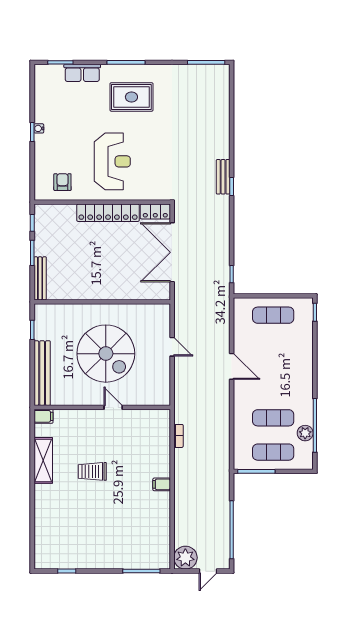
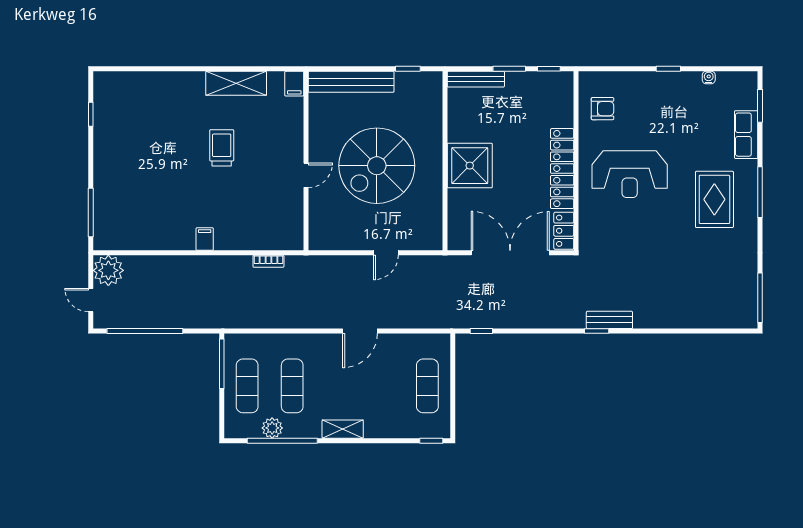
water cooler: (39, 128) -> (709, 77), moved
shower: (106, 283) -> (470, 166), added
shelving: (306, 379) -> (343, 429), added

